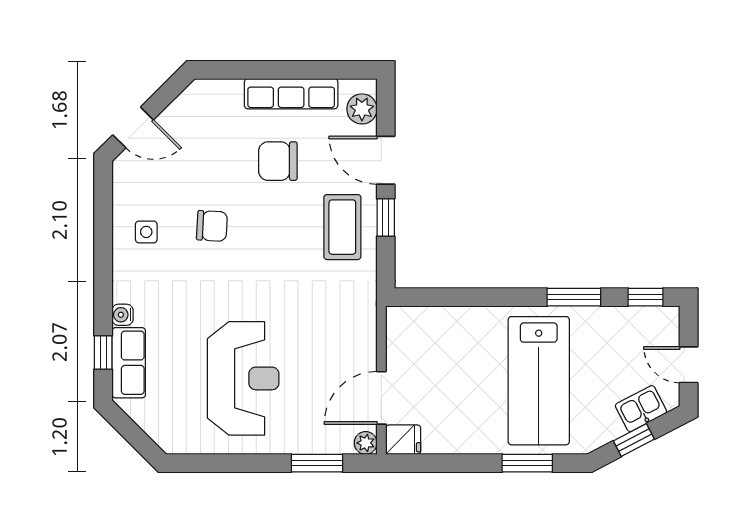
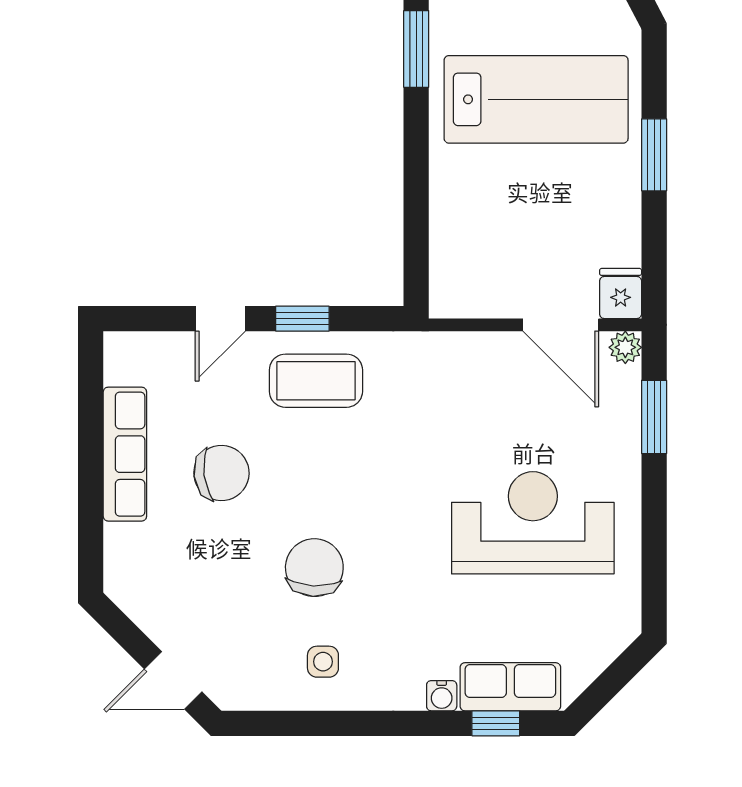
plant: (362, 109) -> (147, 353), removed
door: (133, 127) -> (173, 680), swing flipped
door: (386, 160) -> (220, 319), width x0.73
chair: (278, 161) -> (221, 473), turned -97
chair: (212, 226) -> (314, 568), width x1.37, depth x1.37
window: (527, 463) -> (654, 155), moved

